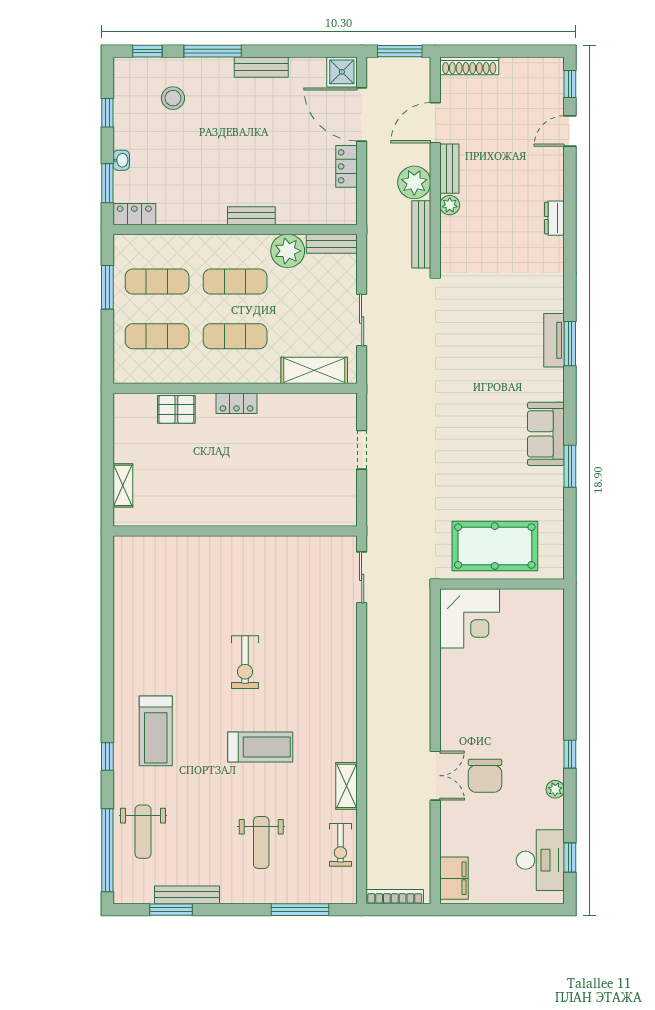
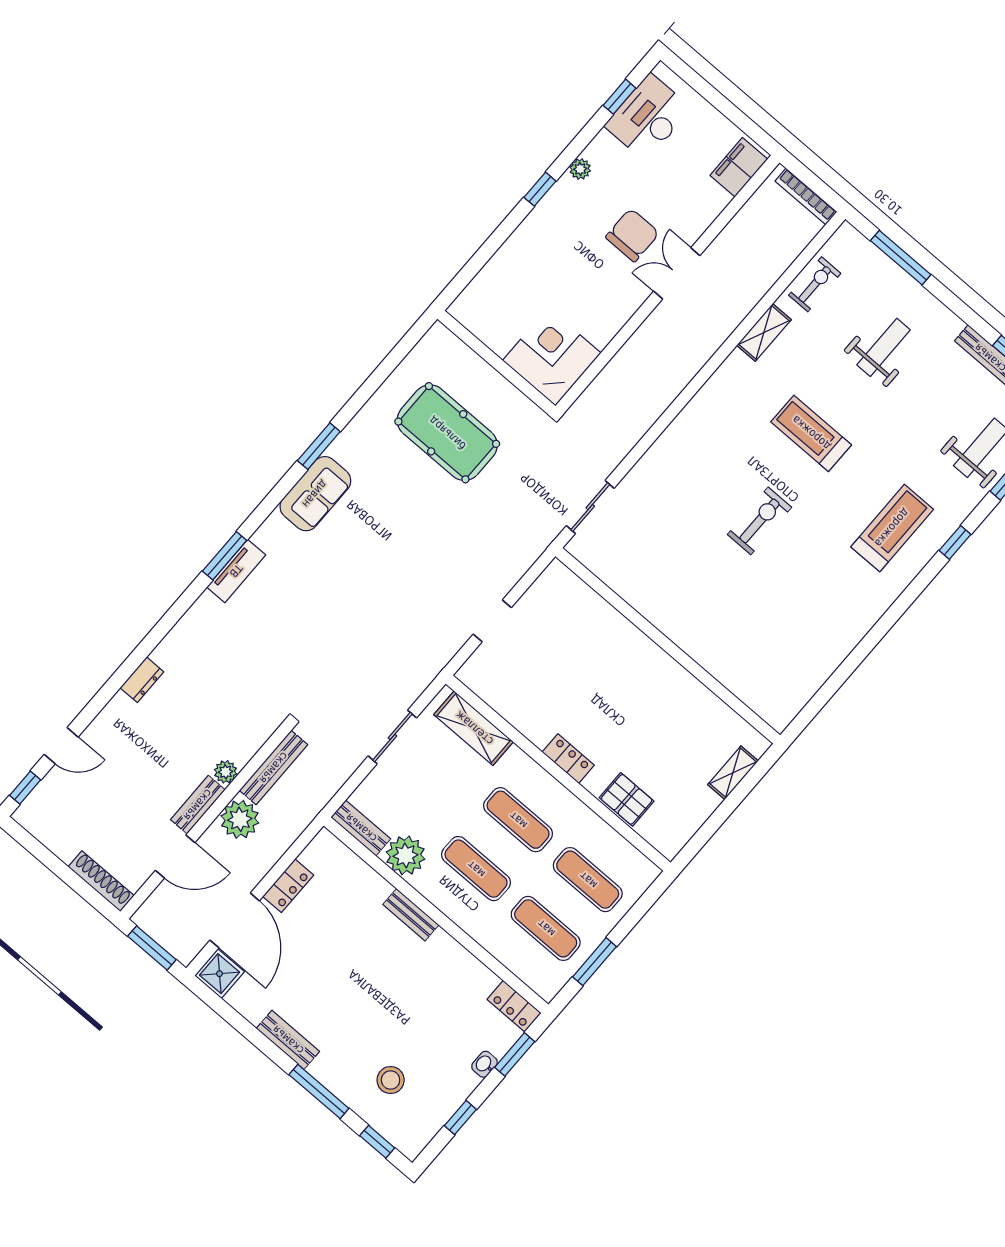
wall: (502, 584) -> (496, 362), moved
corner desk: (470, 618) -> (552, 357), moved

